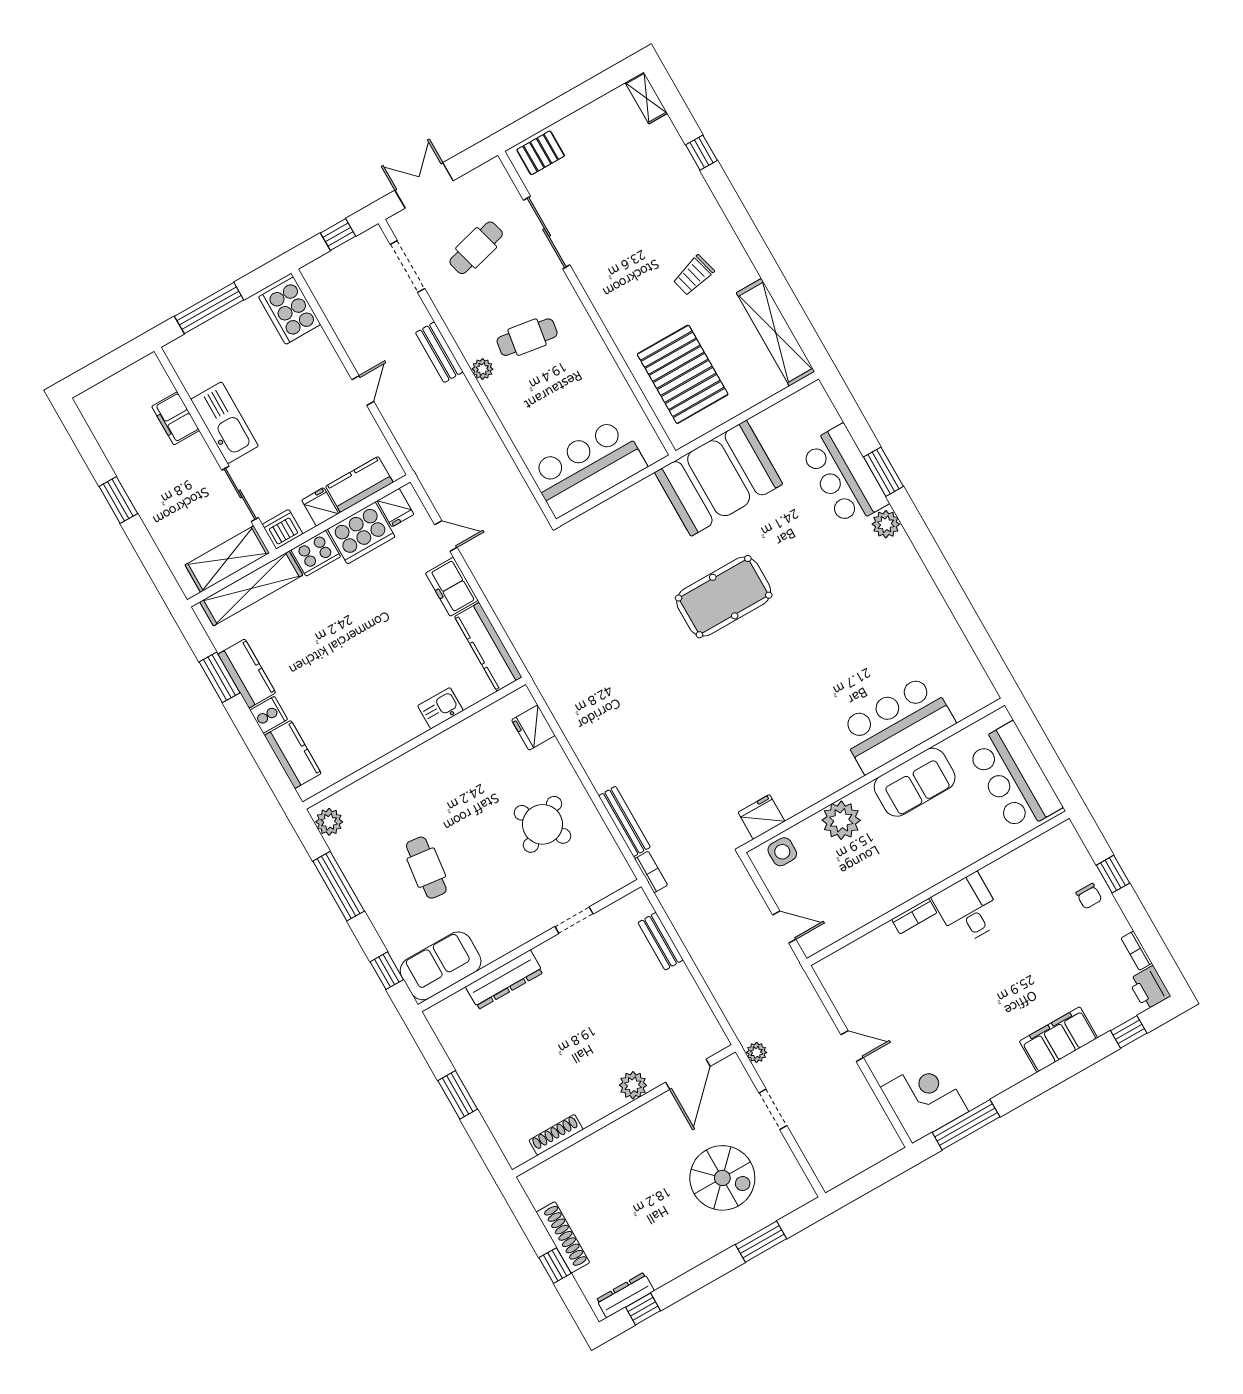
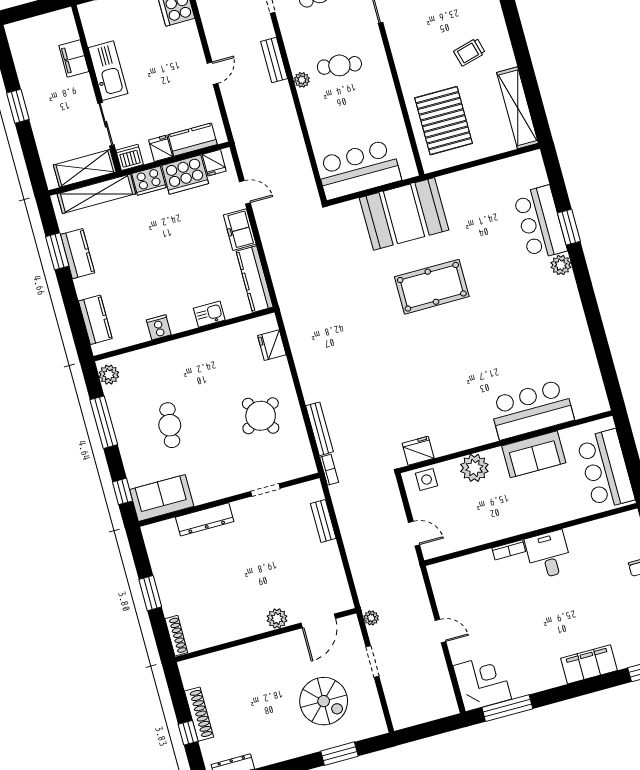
booth: (719, 478) -> (404, 214), moved
cooker: (269, 715) -> (159, 327), moved, turned -90
shoe rack: (556, 1135) -> (176, 636), moved, turned 90

